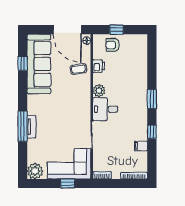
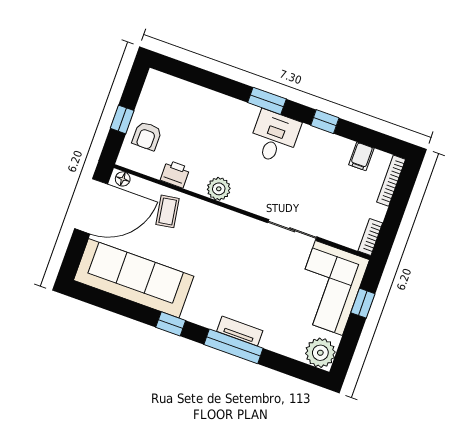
window: (23, 63) -> (171, 324), moved
desk: (105, 109) -> (274, 137), moved, turned 180
filing cabinet: (141, 146) -> (361, 156), moved

